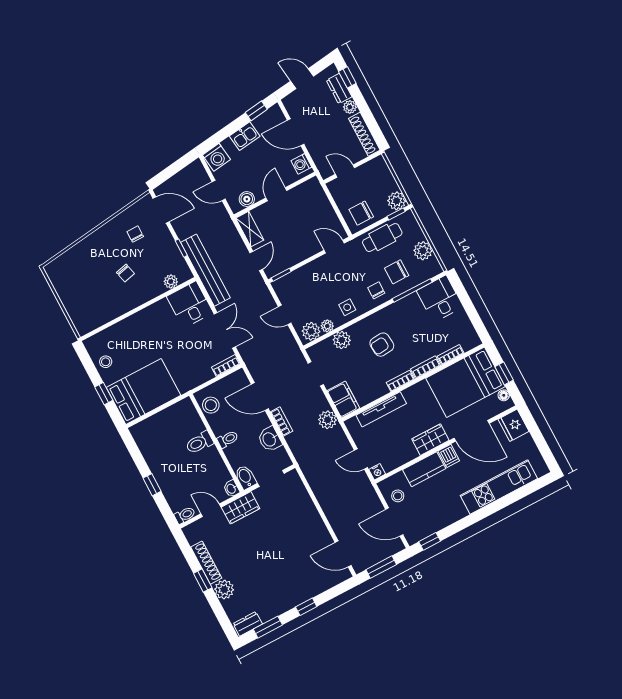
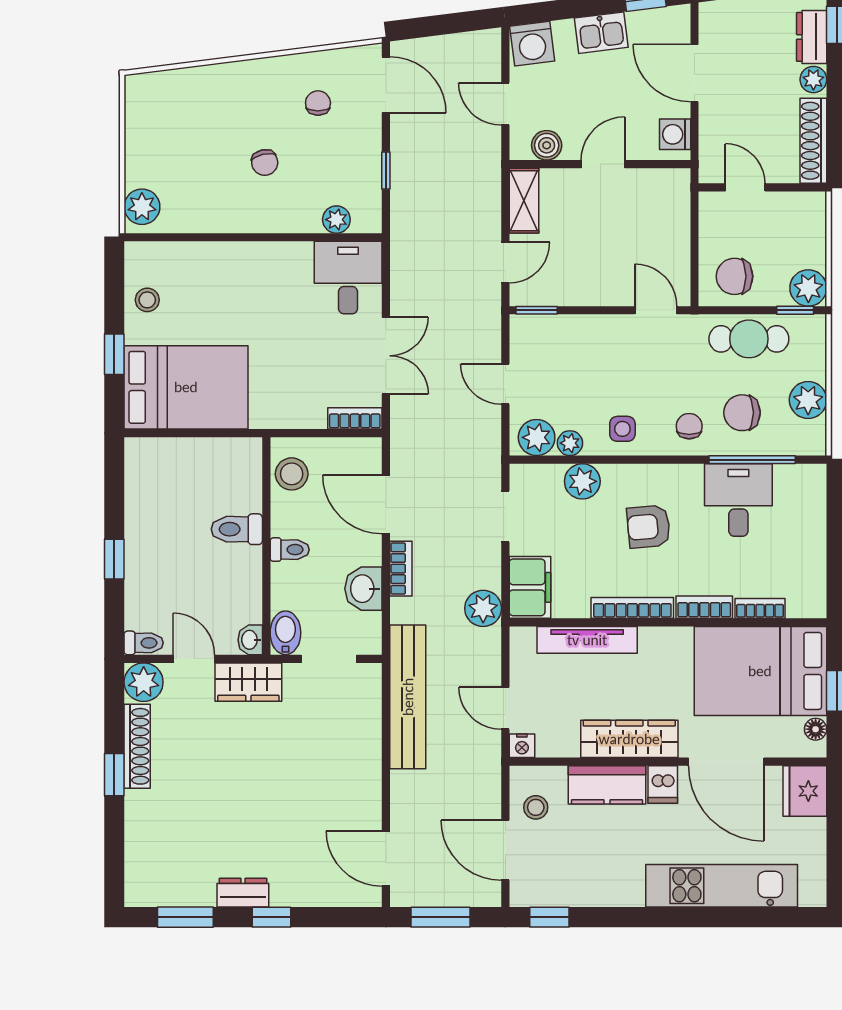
bench: (205, 270) -> (408, 697), moved
desk: (440, 299) -> (738, 500), moved
plant: (81, 322) -> (142, 207), added
bookcase: (400, 381) -> (632, 608), width x1.56
wardrobe: (430, 440) -> (629, 739), width x1.50
plant: (224, 589) -> (144, 682), moved
dresser: (248, 624) -> (243, 893), moved

